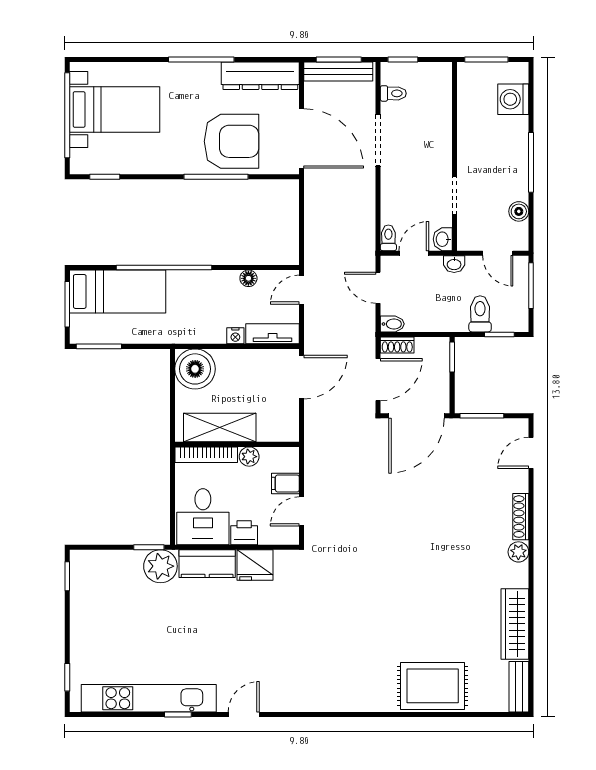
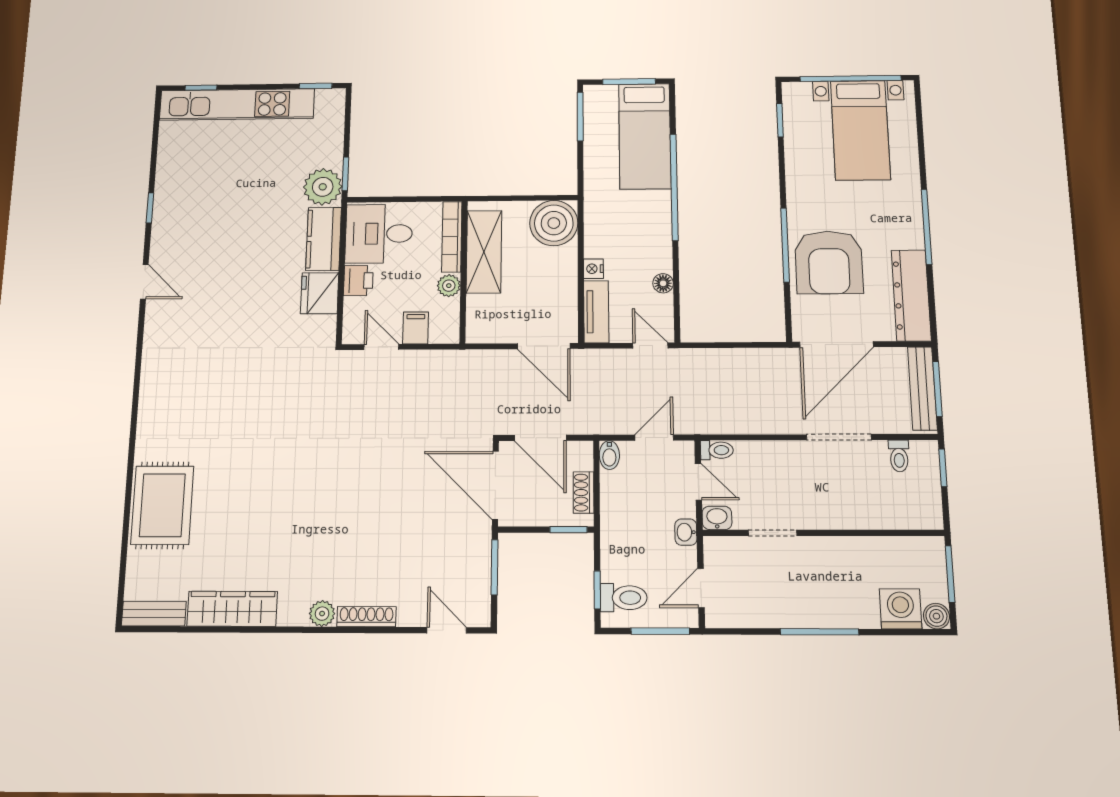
boiler: (519, 211) -> (936, 616), moved
toilet: (480, 314) -> (624, 598), moved
shoe rack: (397, 345) -> (583, 493), moved
kitchen unit: (149, 698) -> (237, 104), moved, turned 90

